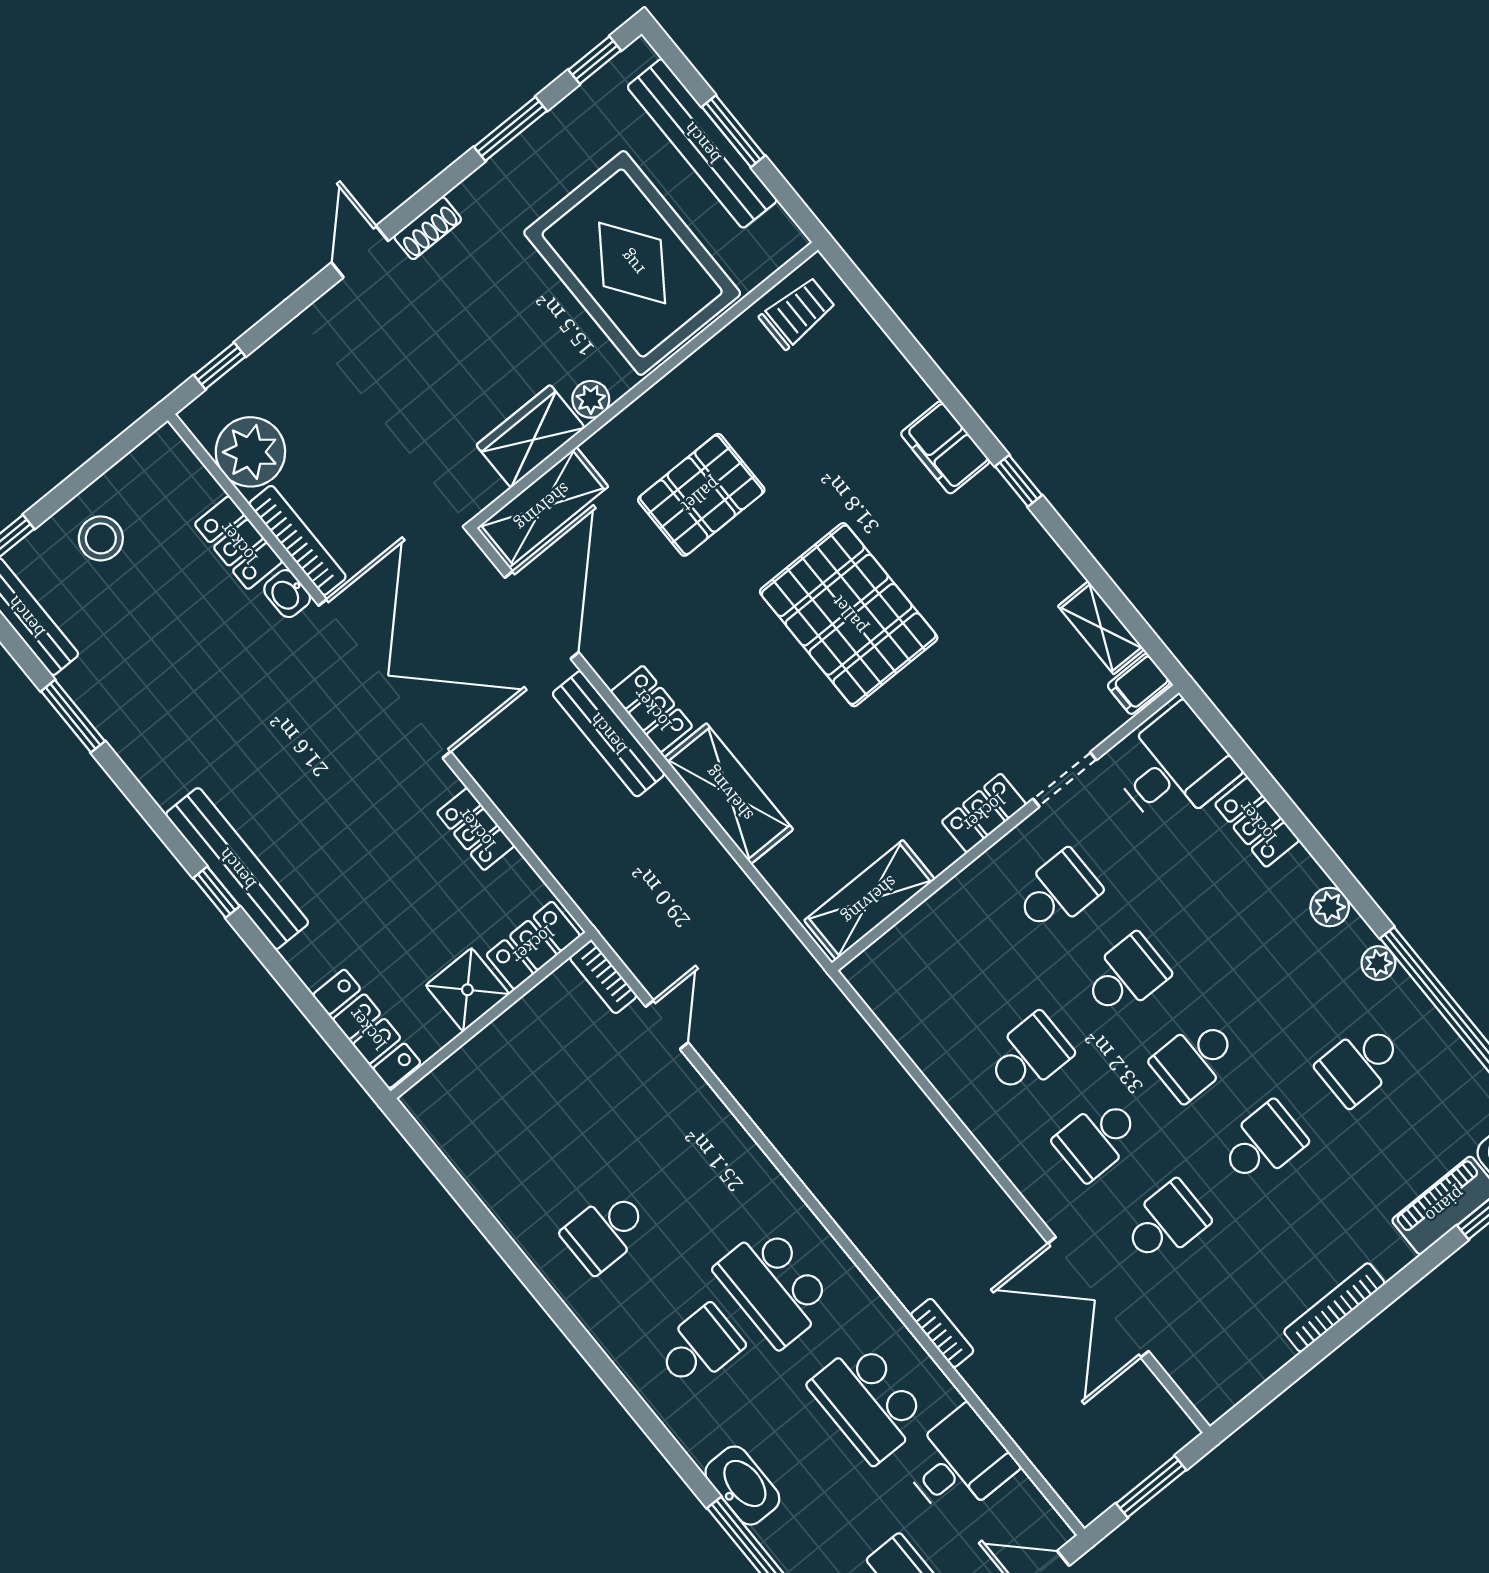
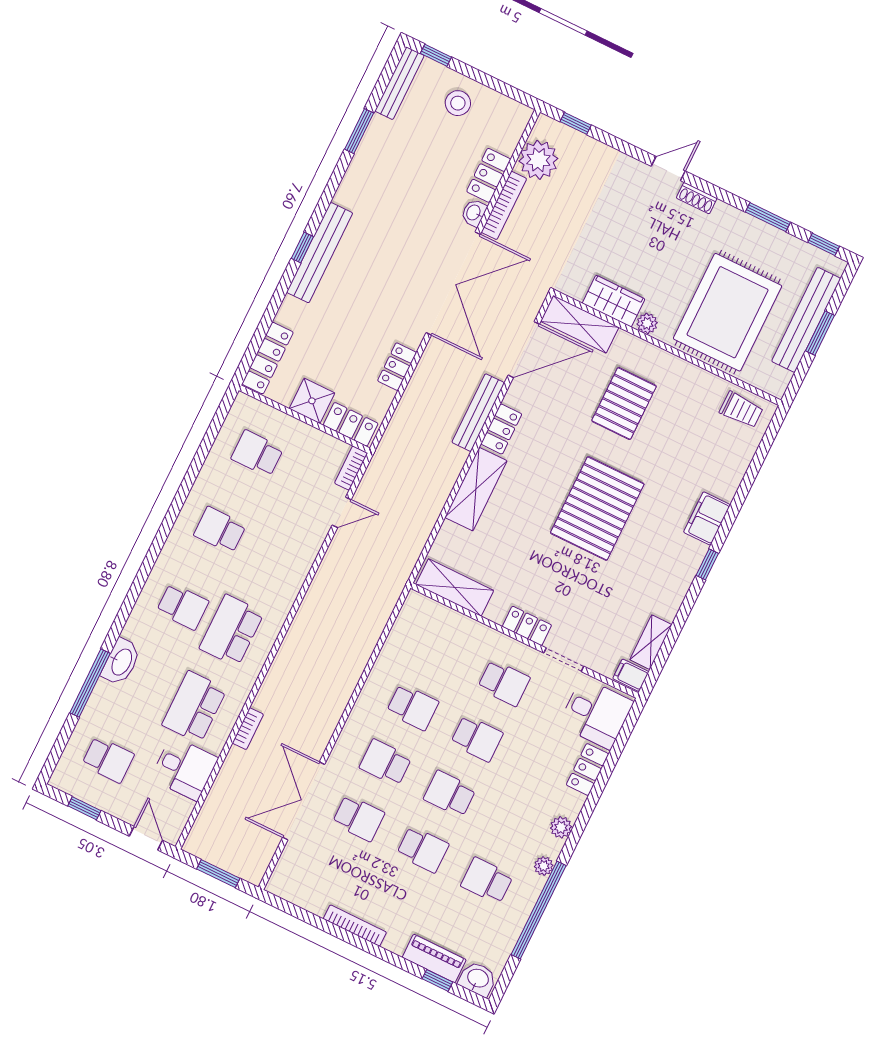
pallet: (701, 495) -> (624, 403), turned 90
school desk: (511, 1116) -> (257, 454), added

